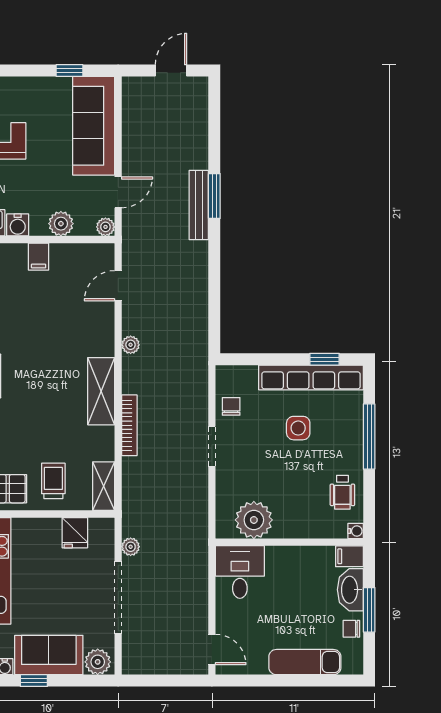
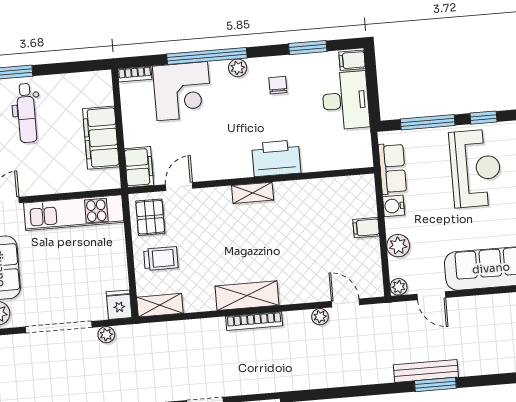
plant: (131, 345) -> (320, 317), moved
bookcase: (129, 425) -> (254, 321), moved
fridge: (75, 533) -> (119, 305), moved, turned 90

